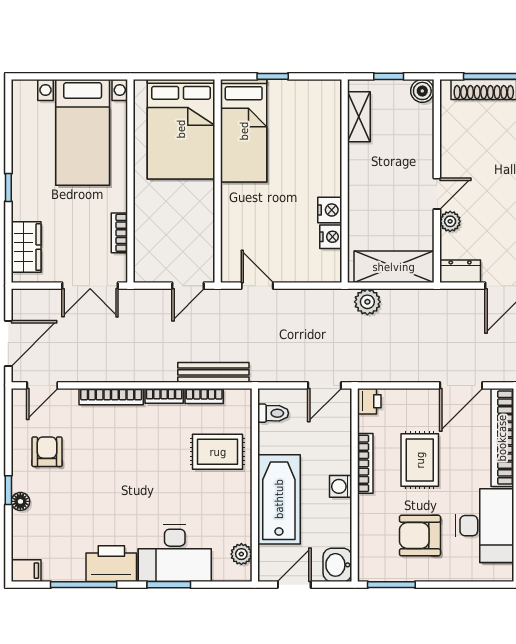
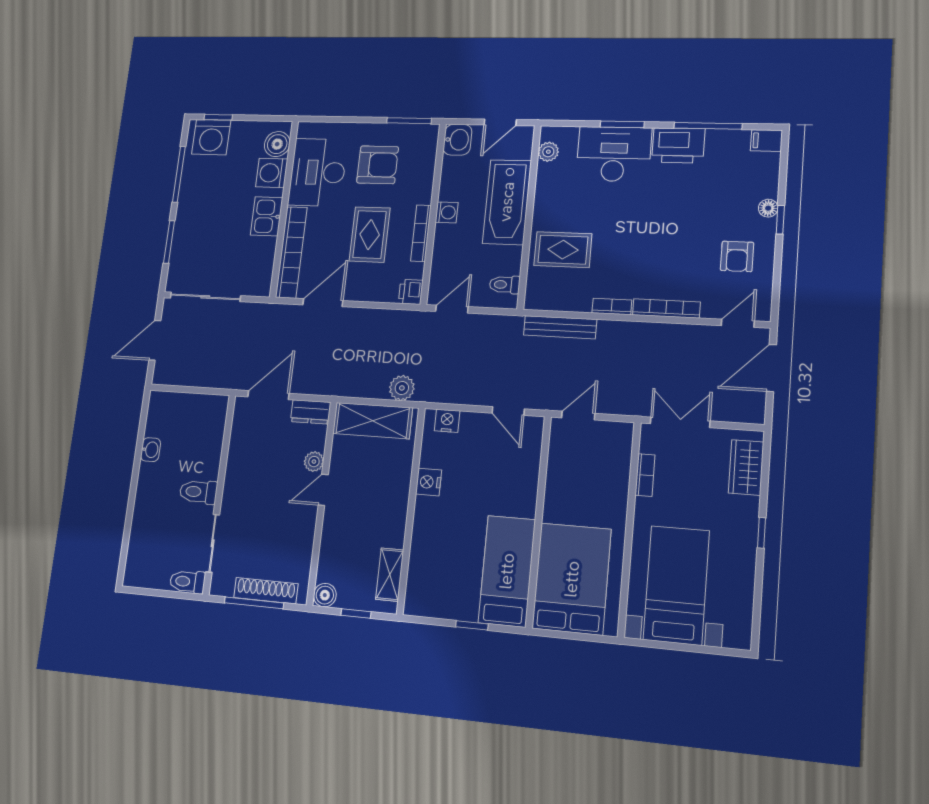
nightstand: (331, 237) -> (447, 421), moved, turned 90
bookcase: (204, 396) -> (571, 304), removed

